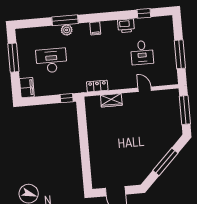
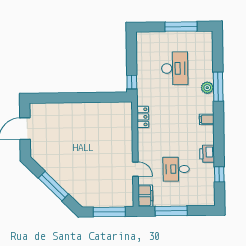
filing cabinet: (27, 88) -> (145, 196), moved, turned -90
door: (145, 89) -> (135, 169), hinge flipped
wardrobe: (111, 100) -> (126, 131), removed

